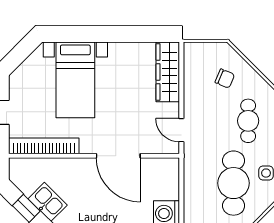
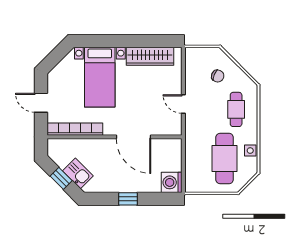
wardrobe: (168, 72) -> (150, 56), moved, turned -90
door: (181, 130) -> (183, 104), moved

